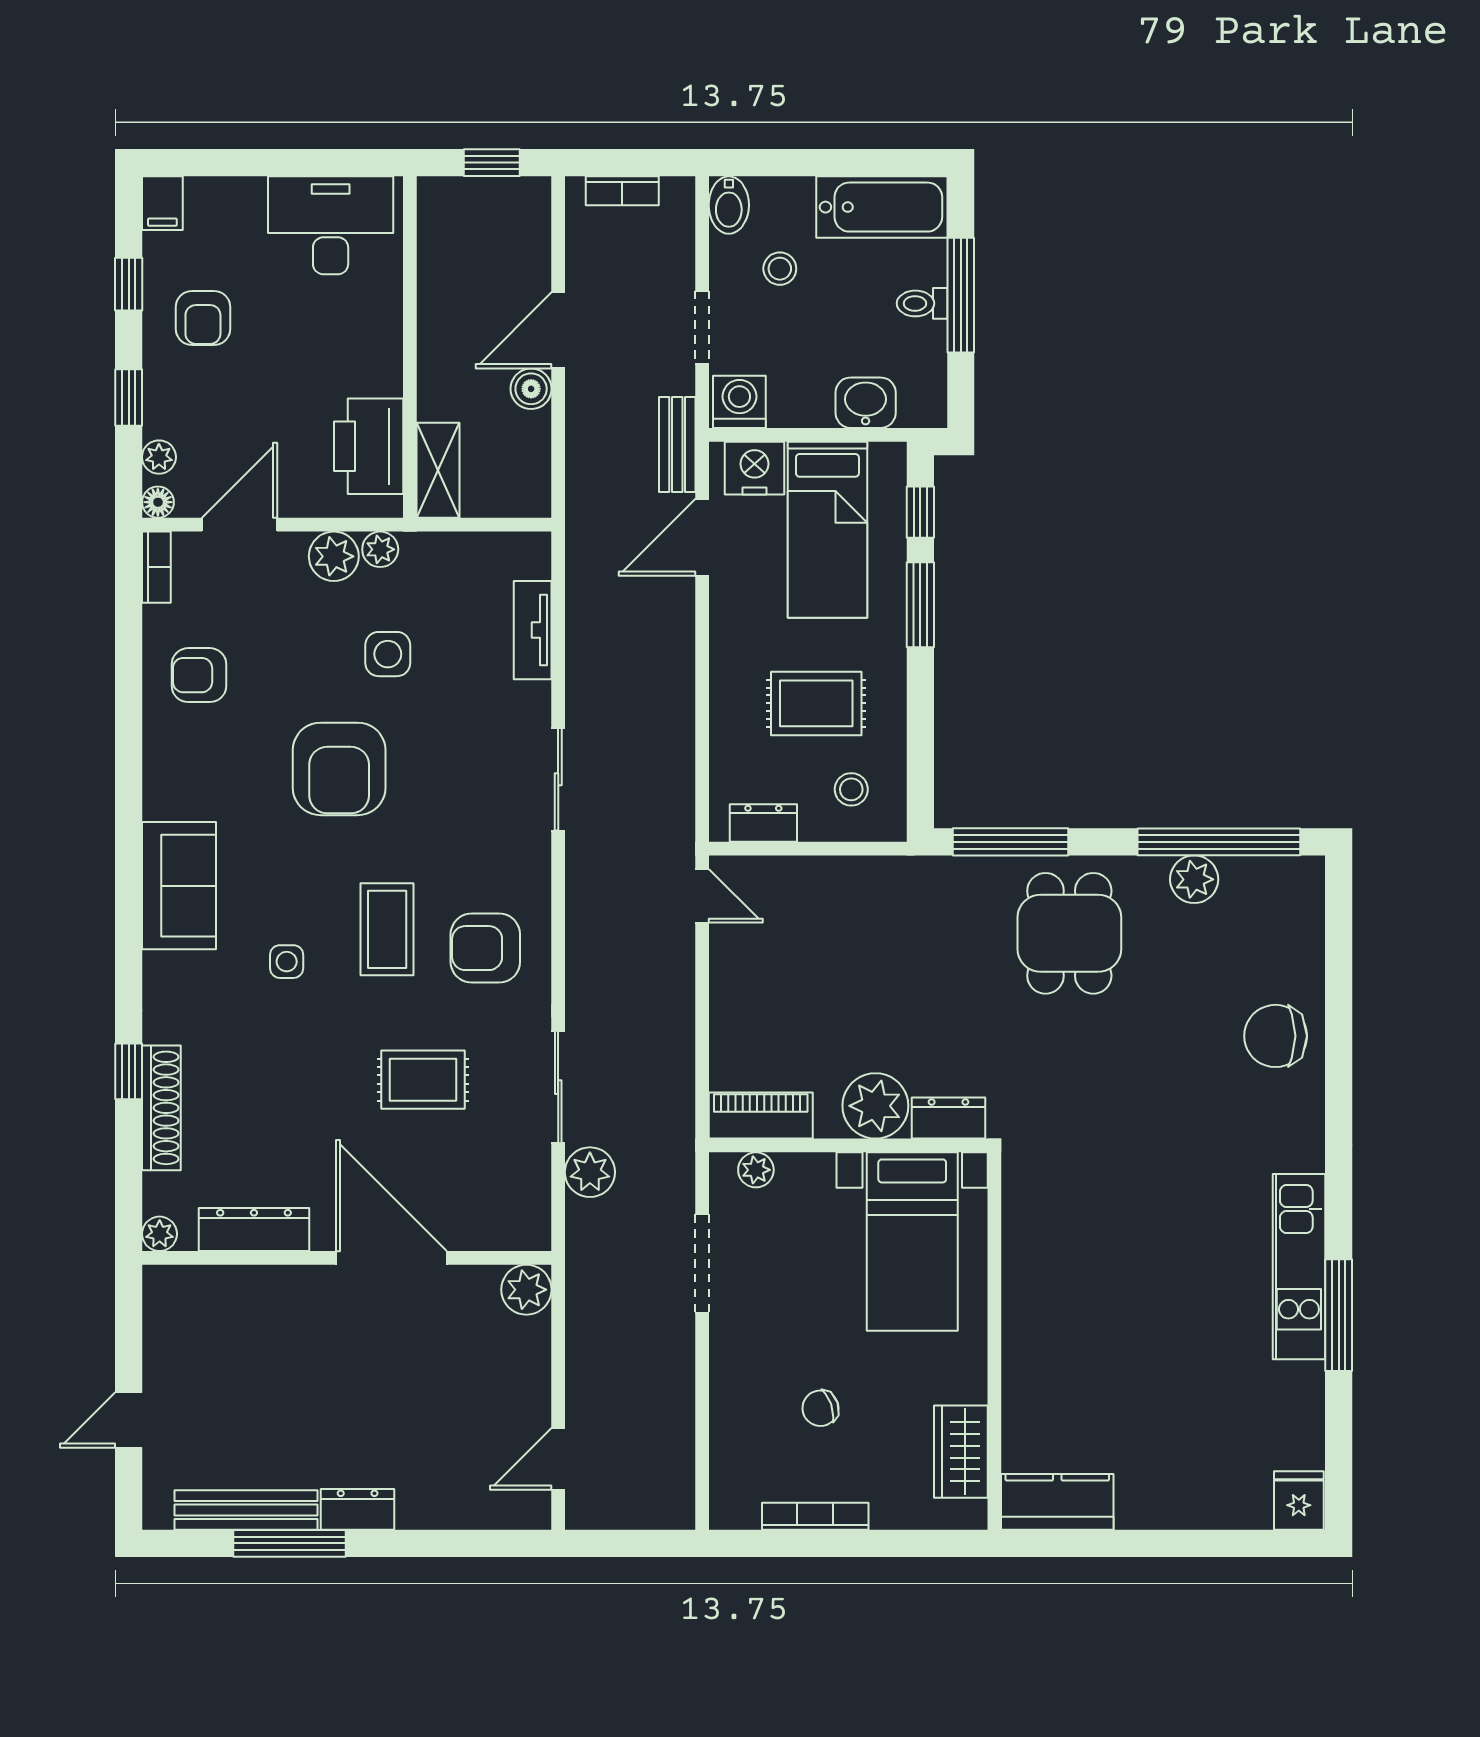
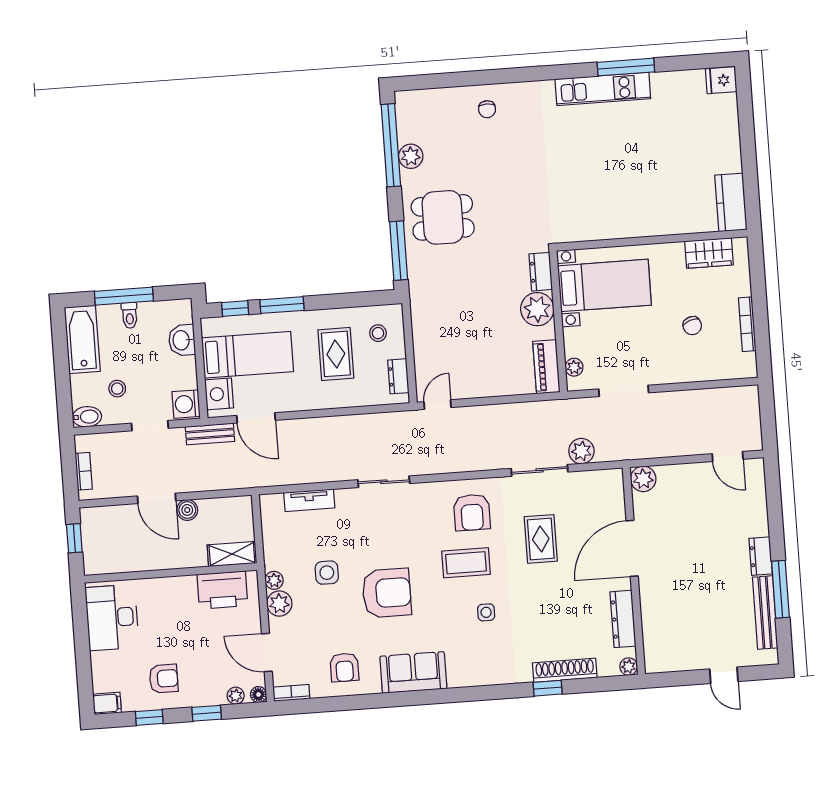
sofa: (179, 886) -> (413, 672), moved
chair: (1276, 1036) -> (487, 109), width x0.54, depth x0.54

